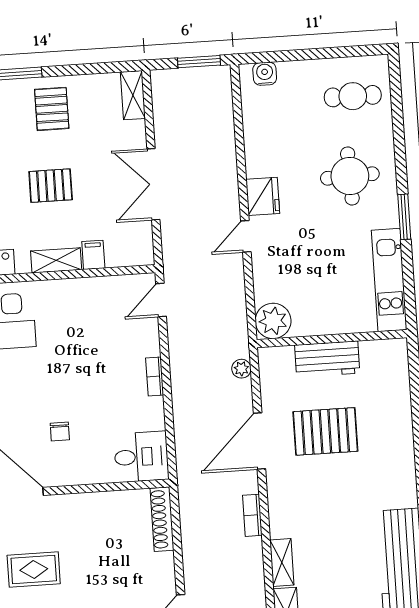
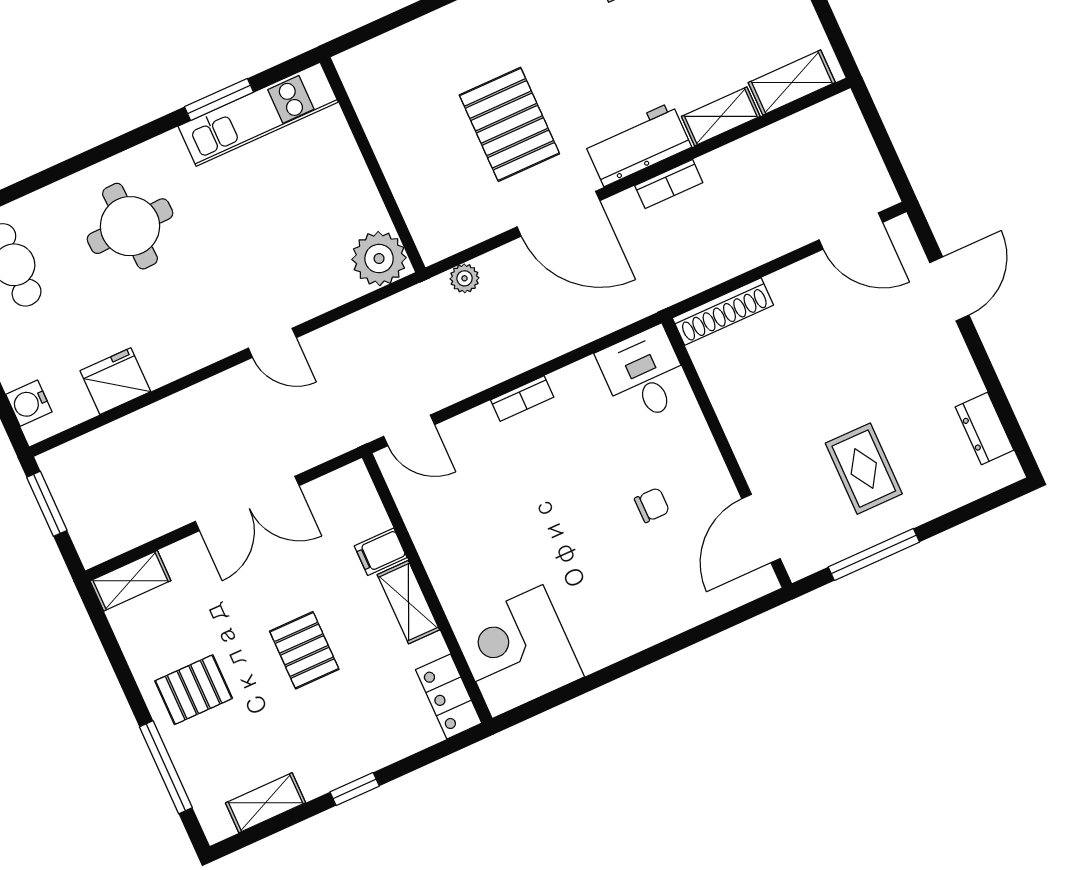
fridge: (263, 196) -> (115, 381), moved
window: (404, 217) -> (219, 99), moved
workbench: (327, 359) -> (638, 144), moved, turned -90

